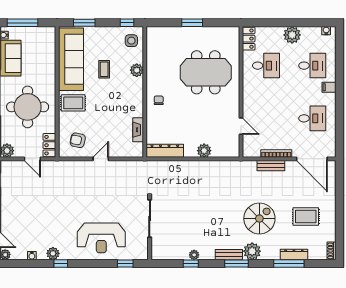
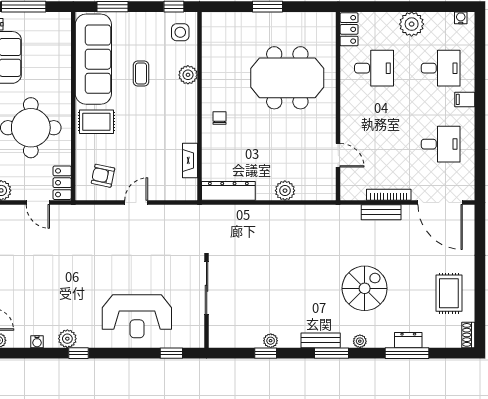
rug: (306, 216) -> (449, 293), moved, turned 90
plant: (252, 251) -> (360, 341), width x0.53, depth x0.53
dresser: (294, 255) -> (408, 340), width x0.70

